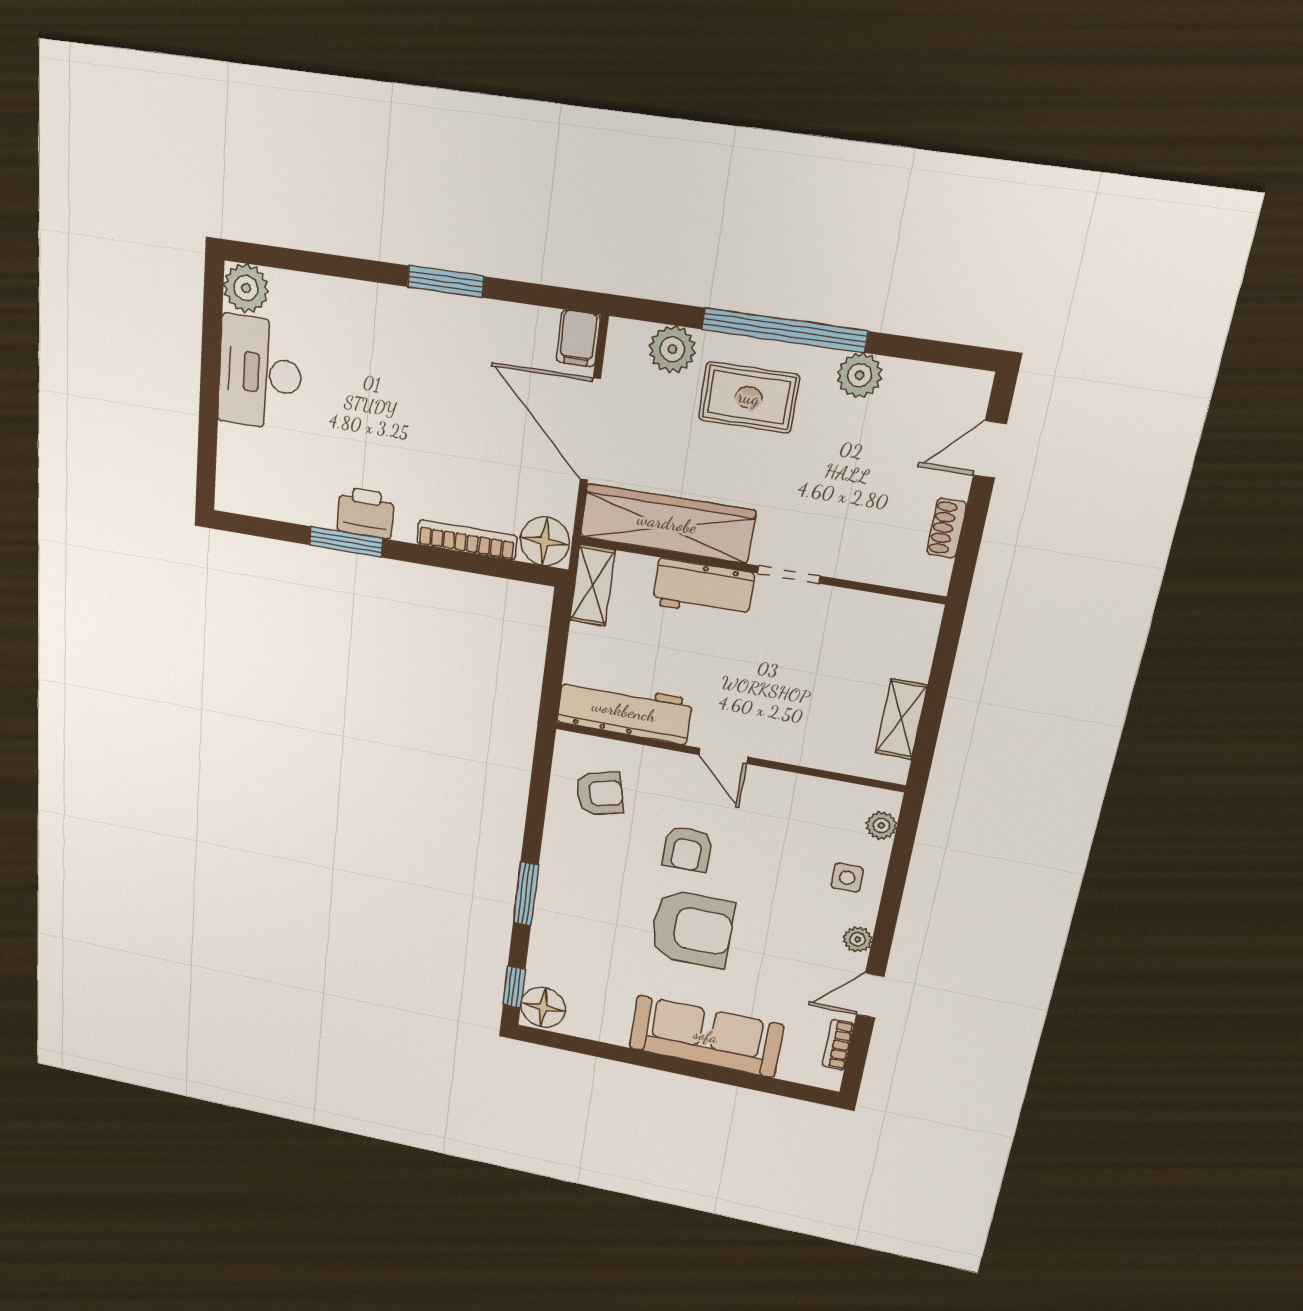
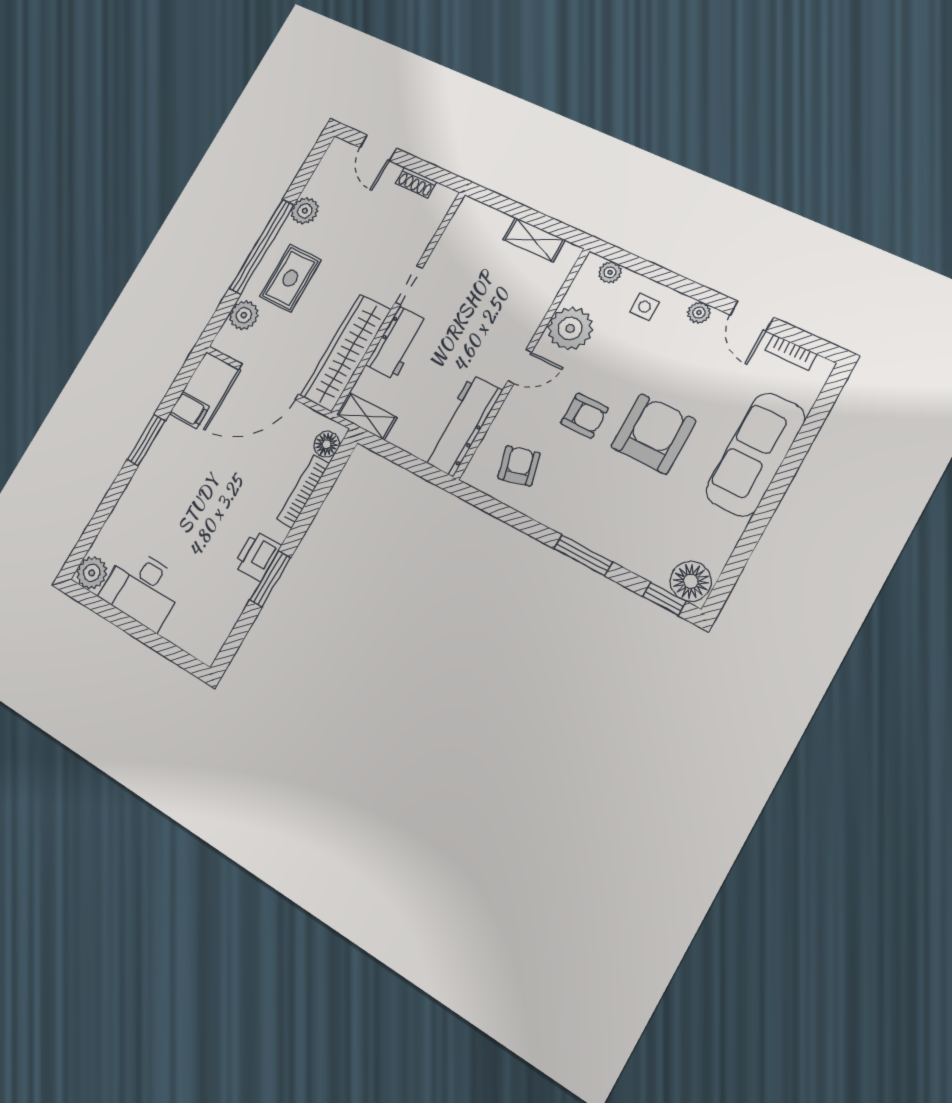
filing cabinet: (578, 338) -> (189, 410), moved
floor lamp: (545, 541) -> (327, 444), width x0.73, depth x0.73
plant: (792, 800) -> (570, 328), added

